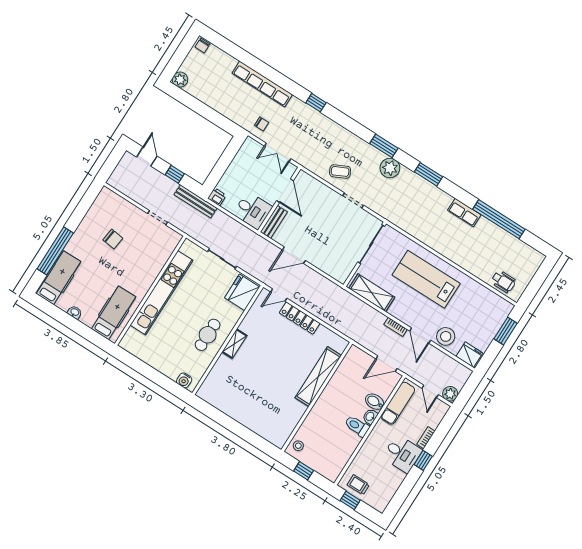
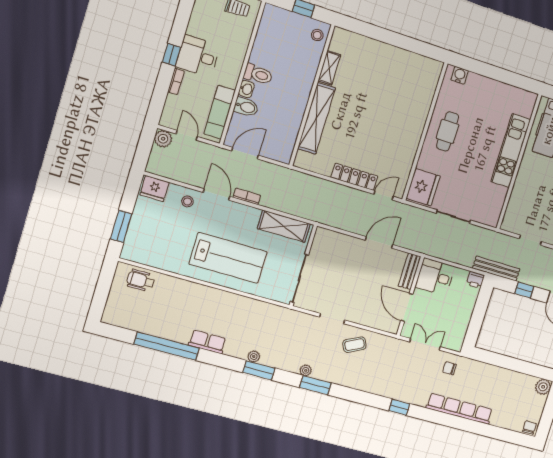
plant: (390, 168) -> (306, 370), width x0.53, depth x0.53
plant: (429, 188) -> (254, 357), added
kitchen unit: (162, 293) -> (511, 151), width x0.73
stool: (446, 336) -> (188, 201), width x0.53, depth x0.53
shelving: (234, 344) -> (329, 68), moved

